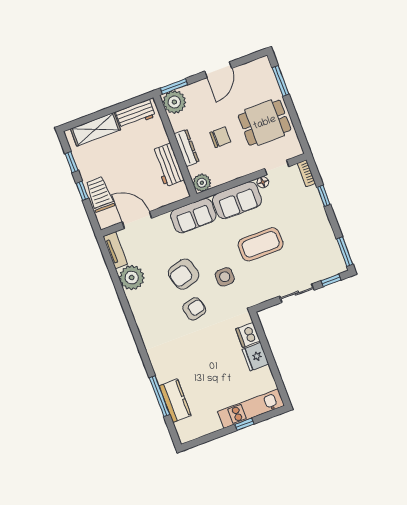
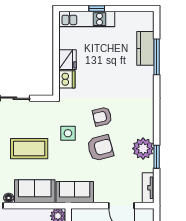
plant: (132, 278) -> (143, 149), moved
window: (119, 288) -> (157, 157), added

